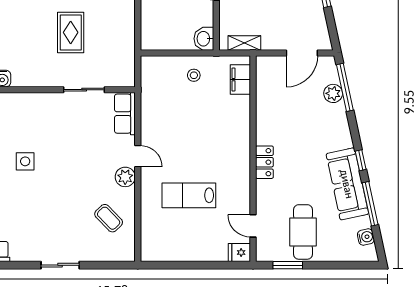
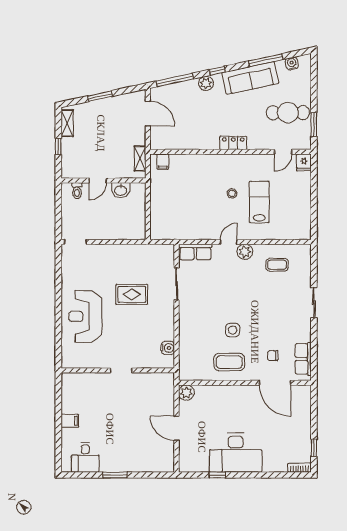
washbasin: (204, 39) -> (121, 190), moved
stool: (194, 75) -> (232, 193), moved
filing cabinet: (240, 80) -> (163, 162), width x0.50
plant: (333, 93) -> (206, 83), moved
window: (361, 160) -> (217, 71), moved
lab bench: (189, 195) -> (259, 202), turned 180
coffee table: (109, 218) -> (277, 265), turned 44

